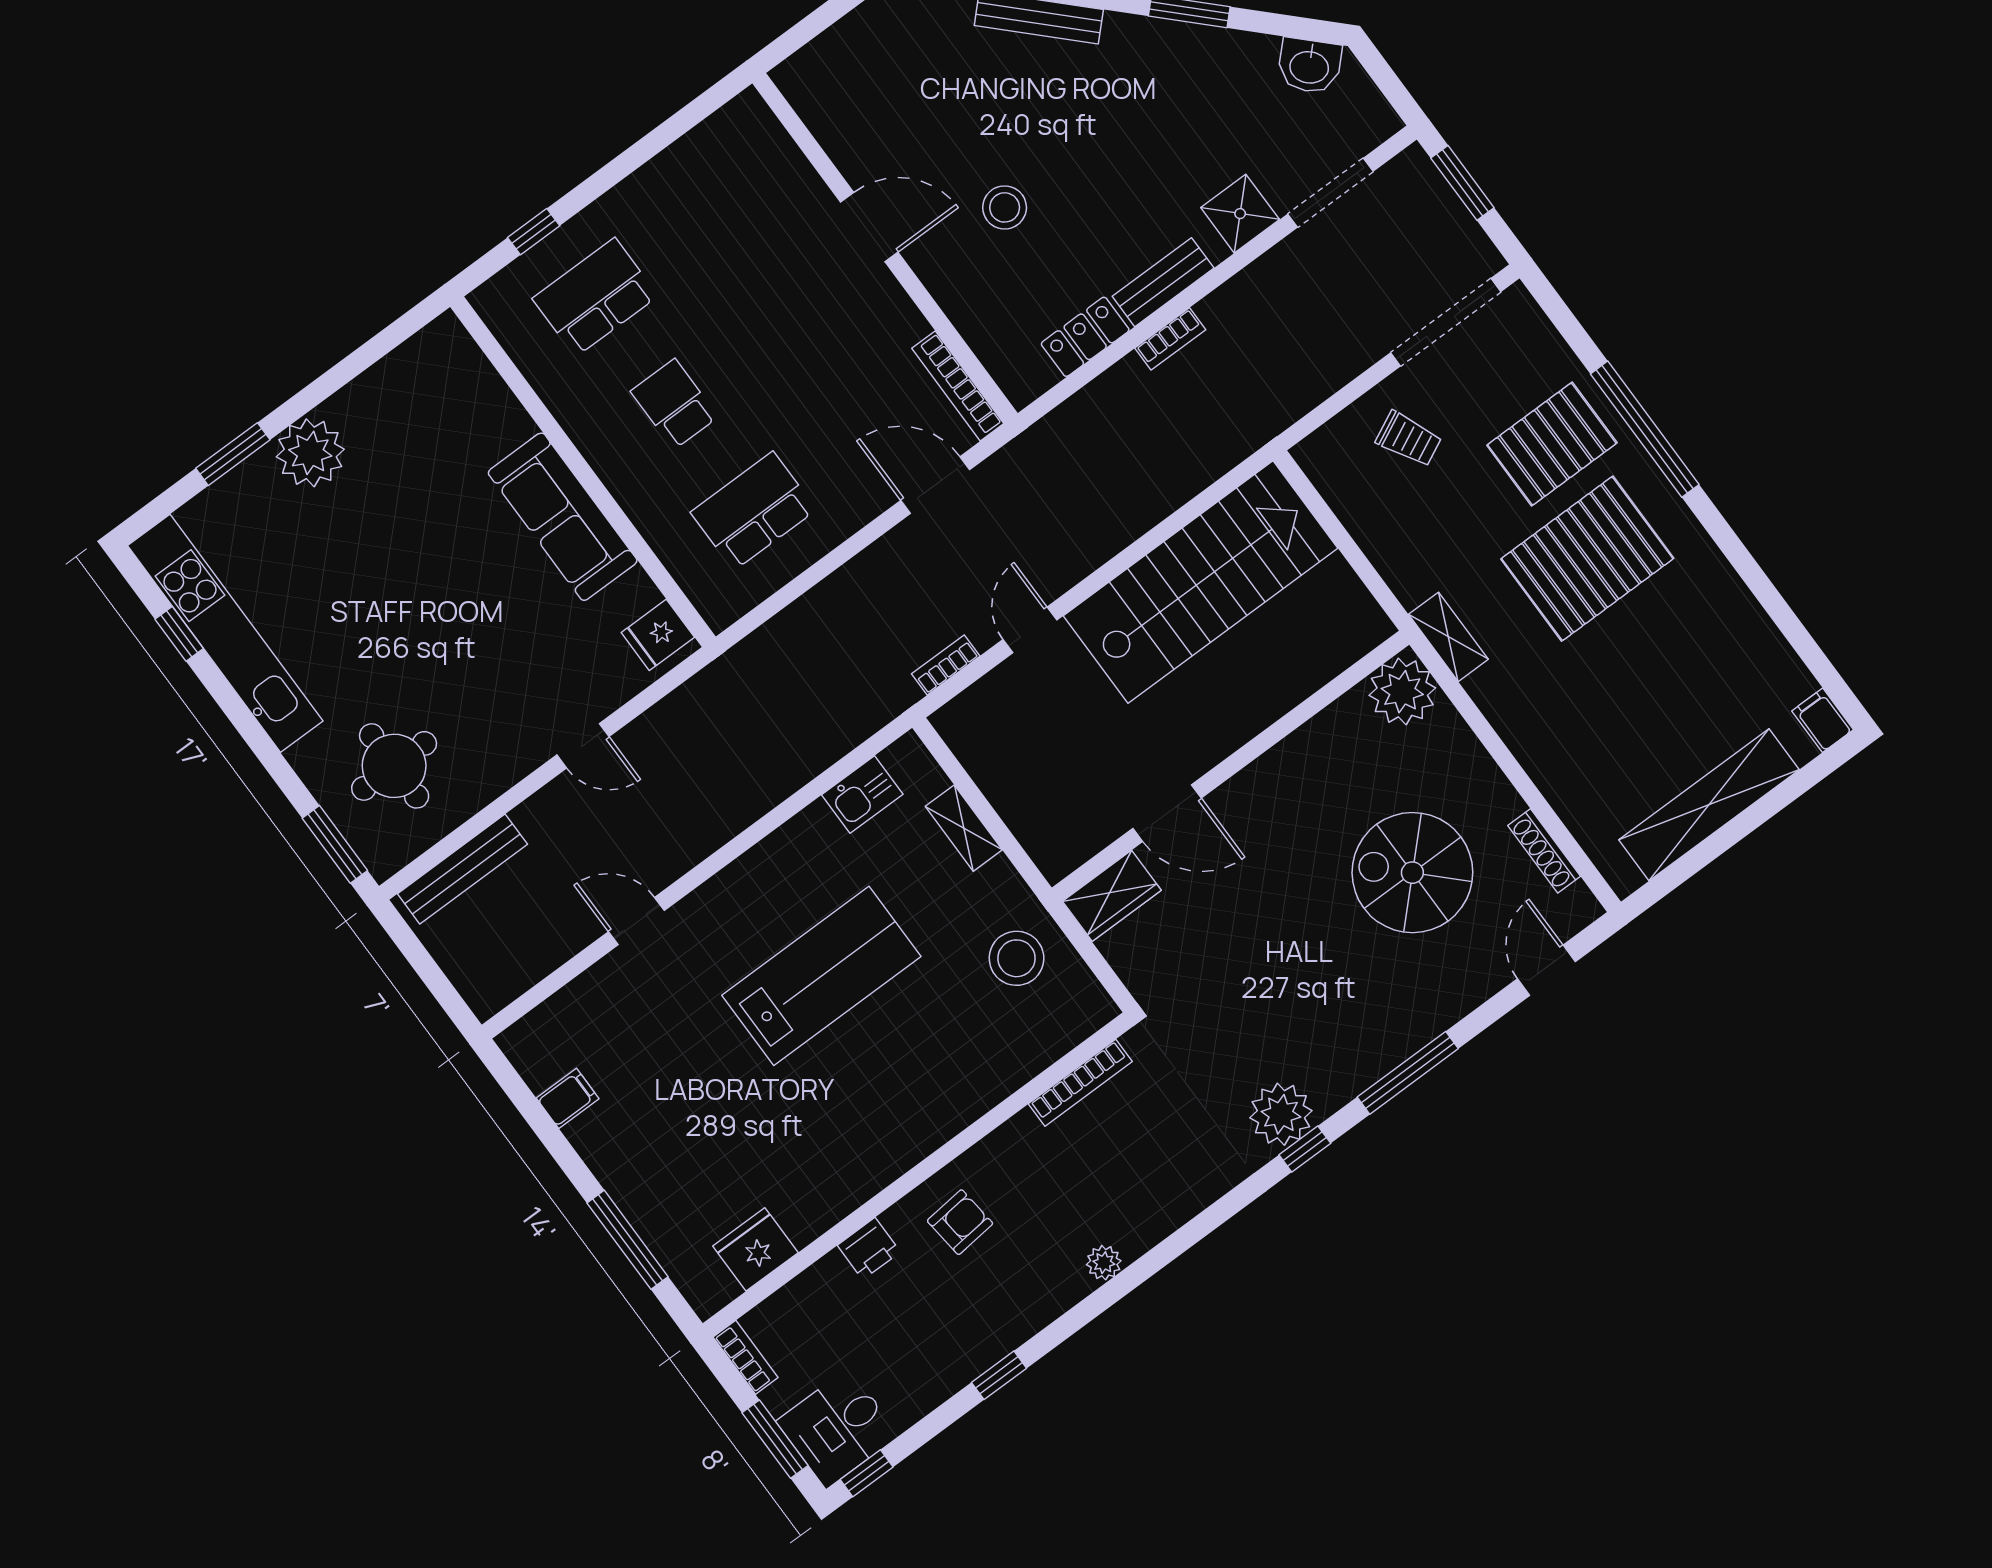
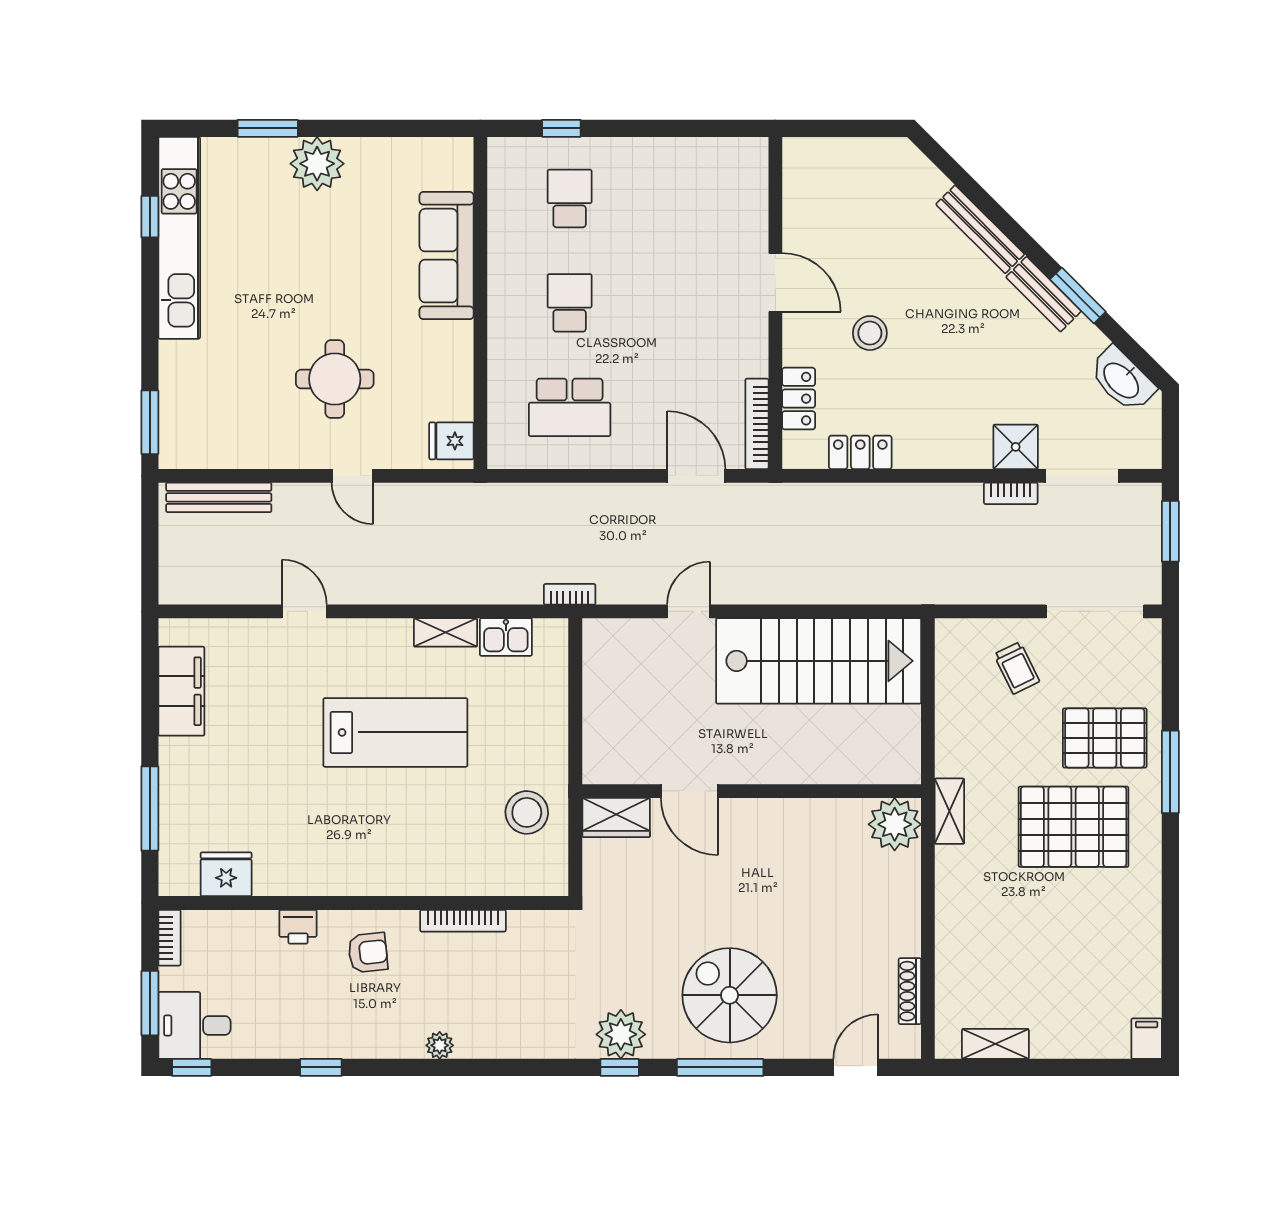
washbasin: (1309, 66) -> (1122, 380), width x1.38
bench: (1163, 282) -> (1044, 294), moved, turned 45
school desk: (595, 297) -> (570, 199), width x0.54
locker: (981, 329) -> (799, 399), added
bookcase: (1170, 339) -> (1011, 493), moved
window: (1645, 429) -> (1170, 772), width x0.68
school desk: (753, 511) -> (570, 407), turned 180
sofa: (563, 517) -> (447, 256), moved
bookcase: (946, 665) -> (570, 594), moved
round table: (394, 766) -> (335, 379), moved
shelving: (1709, 805) -> (995, 1044), width x0.45, depth x0.75
shelving: (964, 828) -> (446, 632), moved, turned 90
spiral stairs: (1412, 873) -> (730, 995), moved
bookcase: (1080, 1083) -> (463, 921), moved
filing cabinet: (568, 1098) -> (181, 691), width x3.00, depth x1.17

